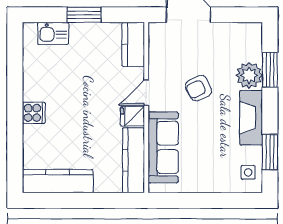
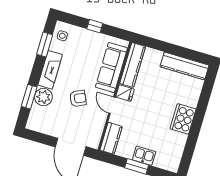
kitchen sink: (53, 33) -> (144, 156), moved
door: (146, 93) -> (112, 105), swing flipped
cooker: (34, 113) -> (183, 119), width x1.87, depth x1.31
window: (205, 200) -> (95, 26), added

